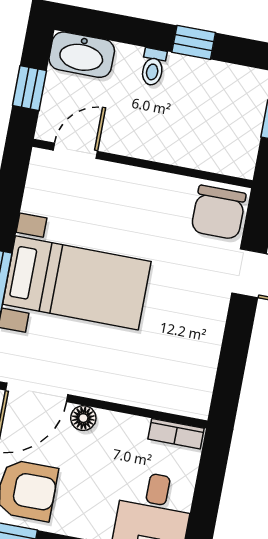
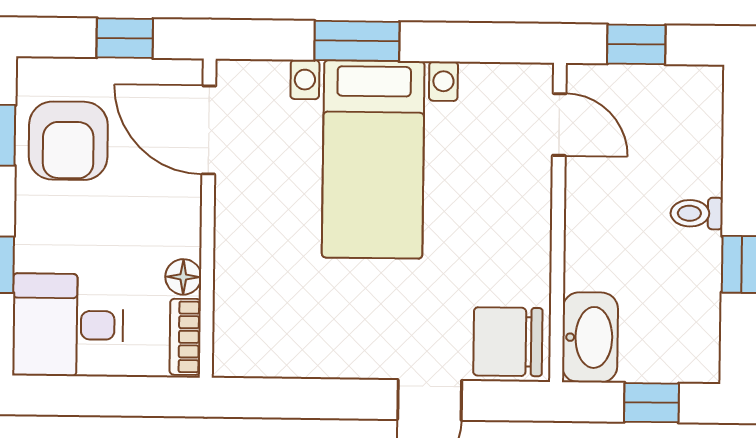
washbasin: (82, 55) -> (590, 337), moved, turned 180
floor lamp: (83, 418) -> (183, 277), moved

